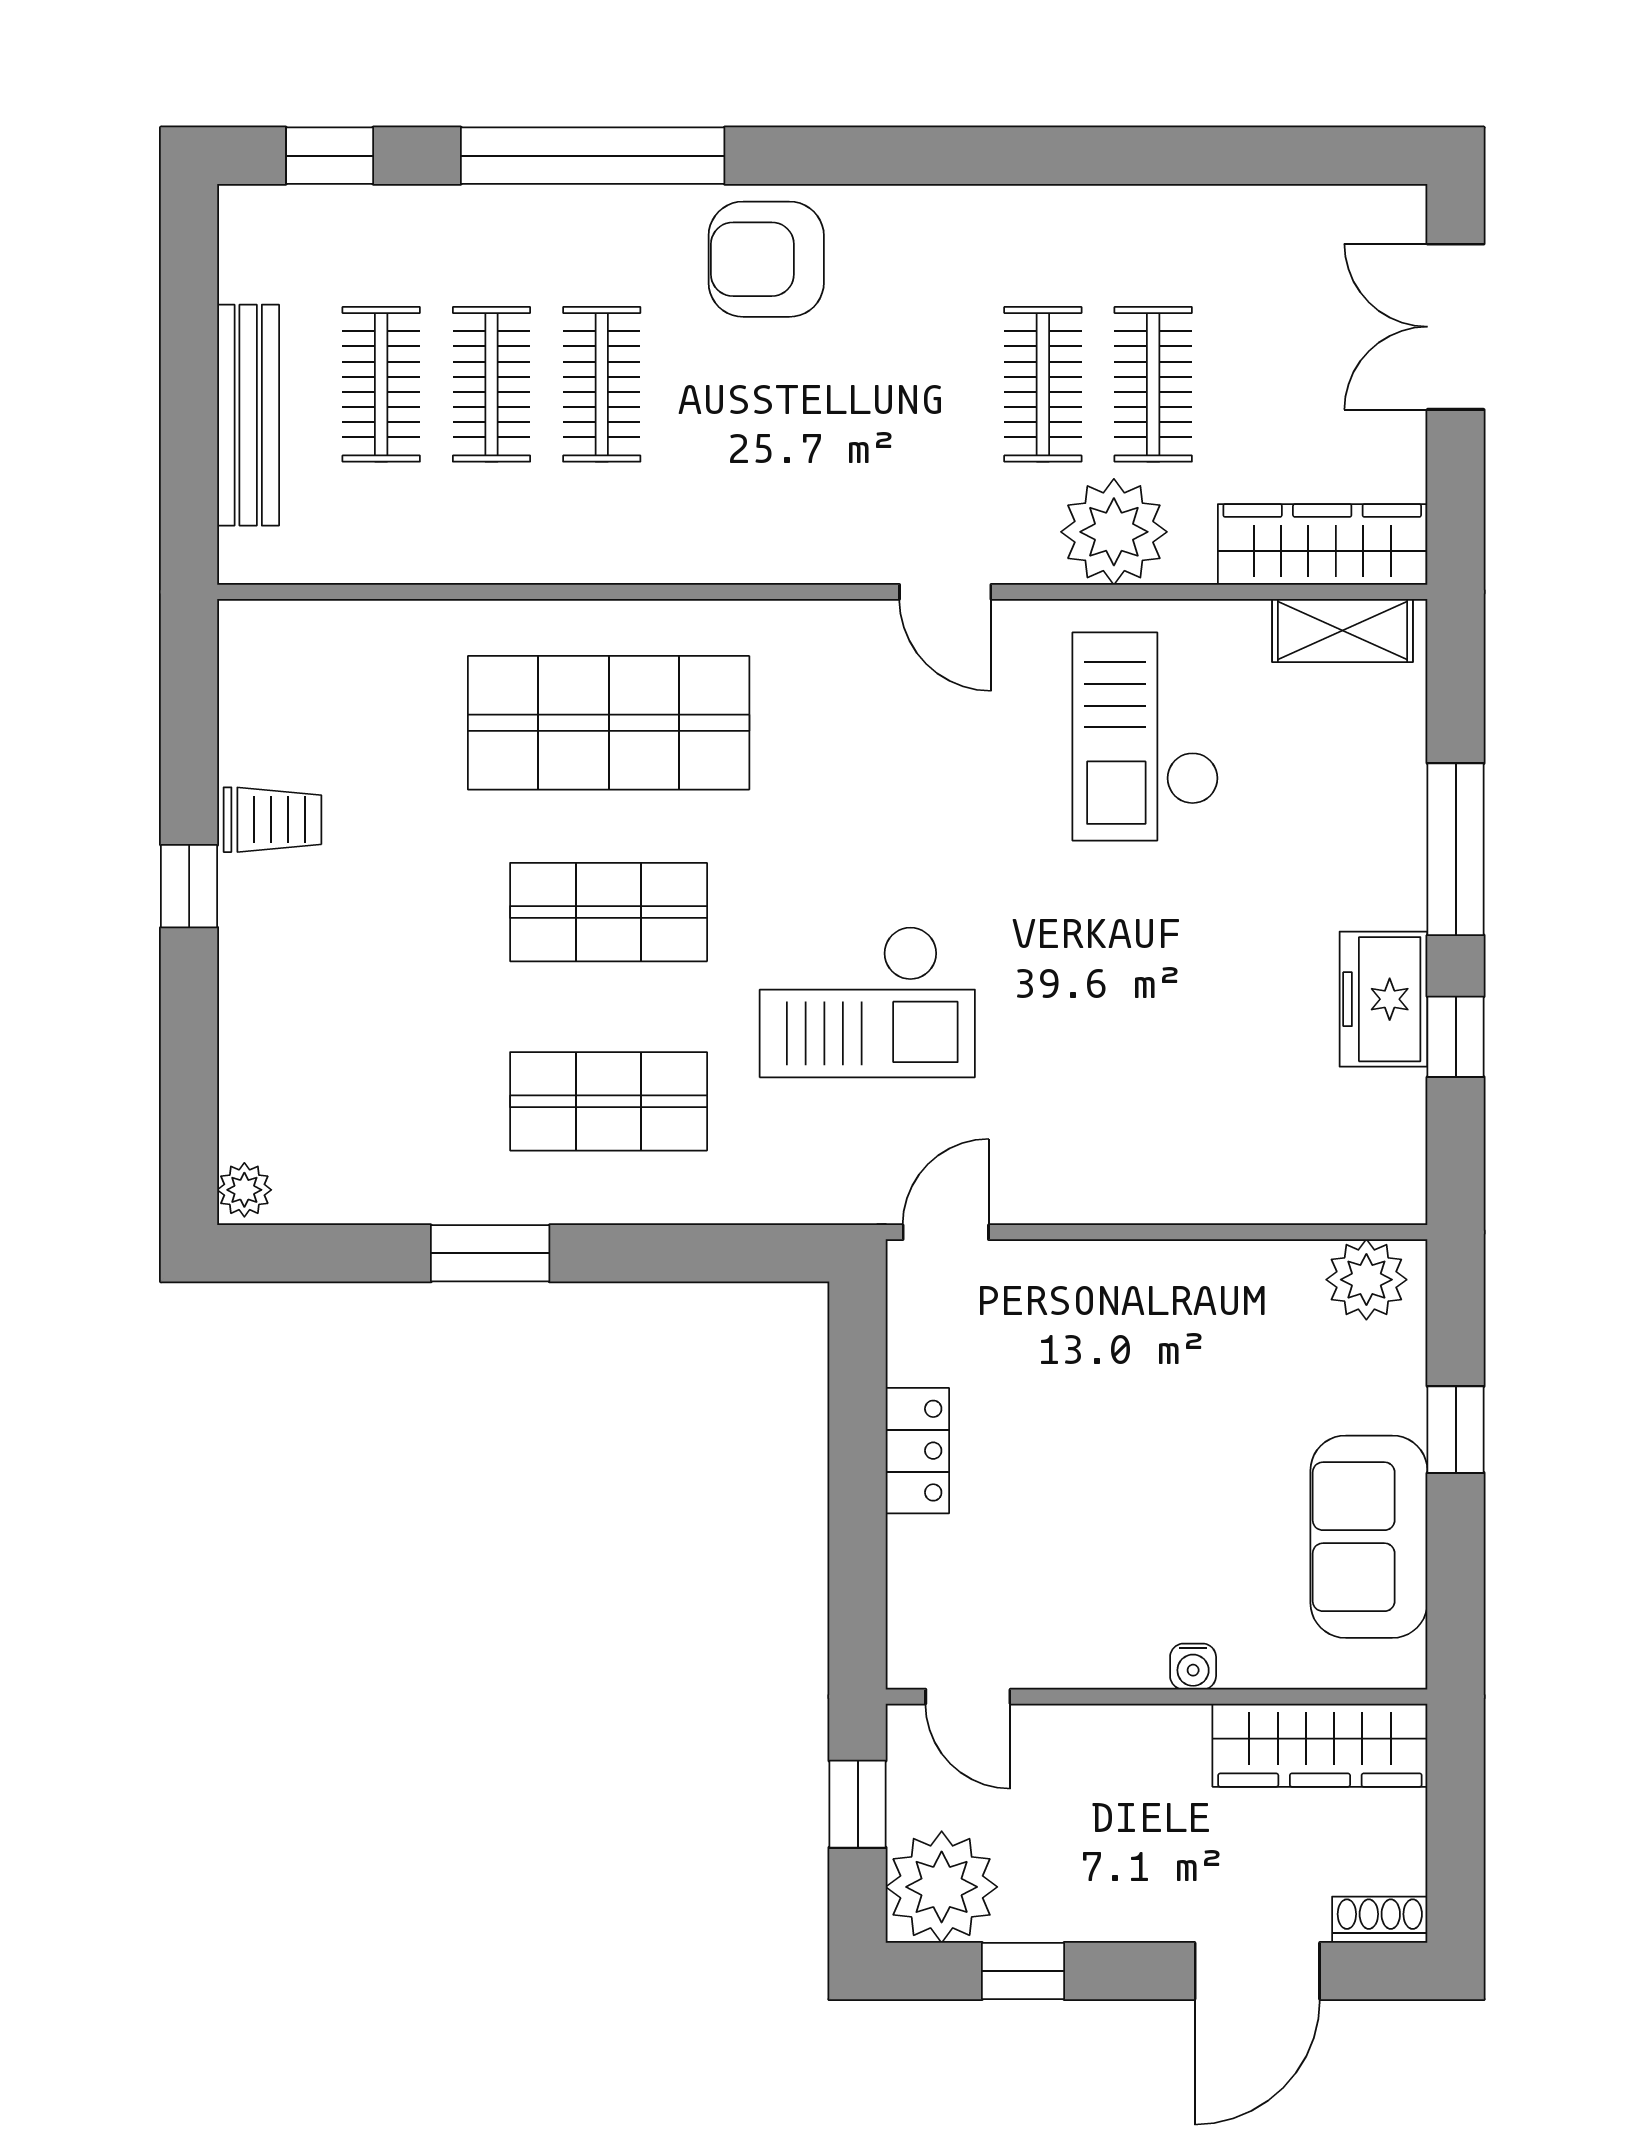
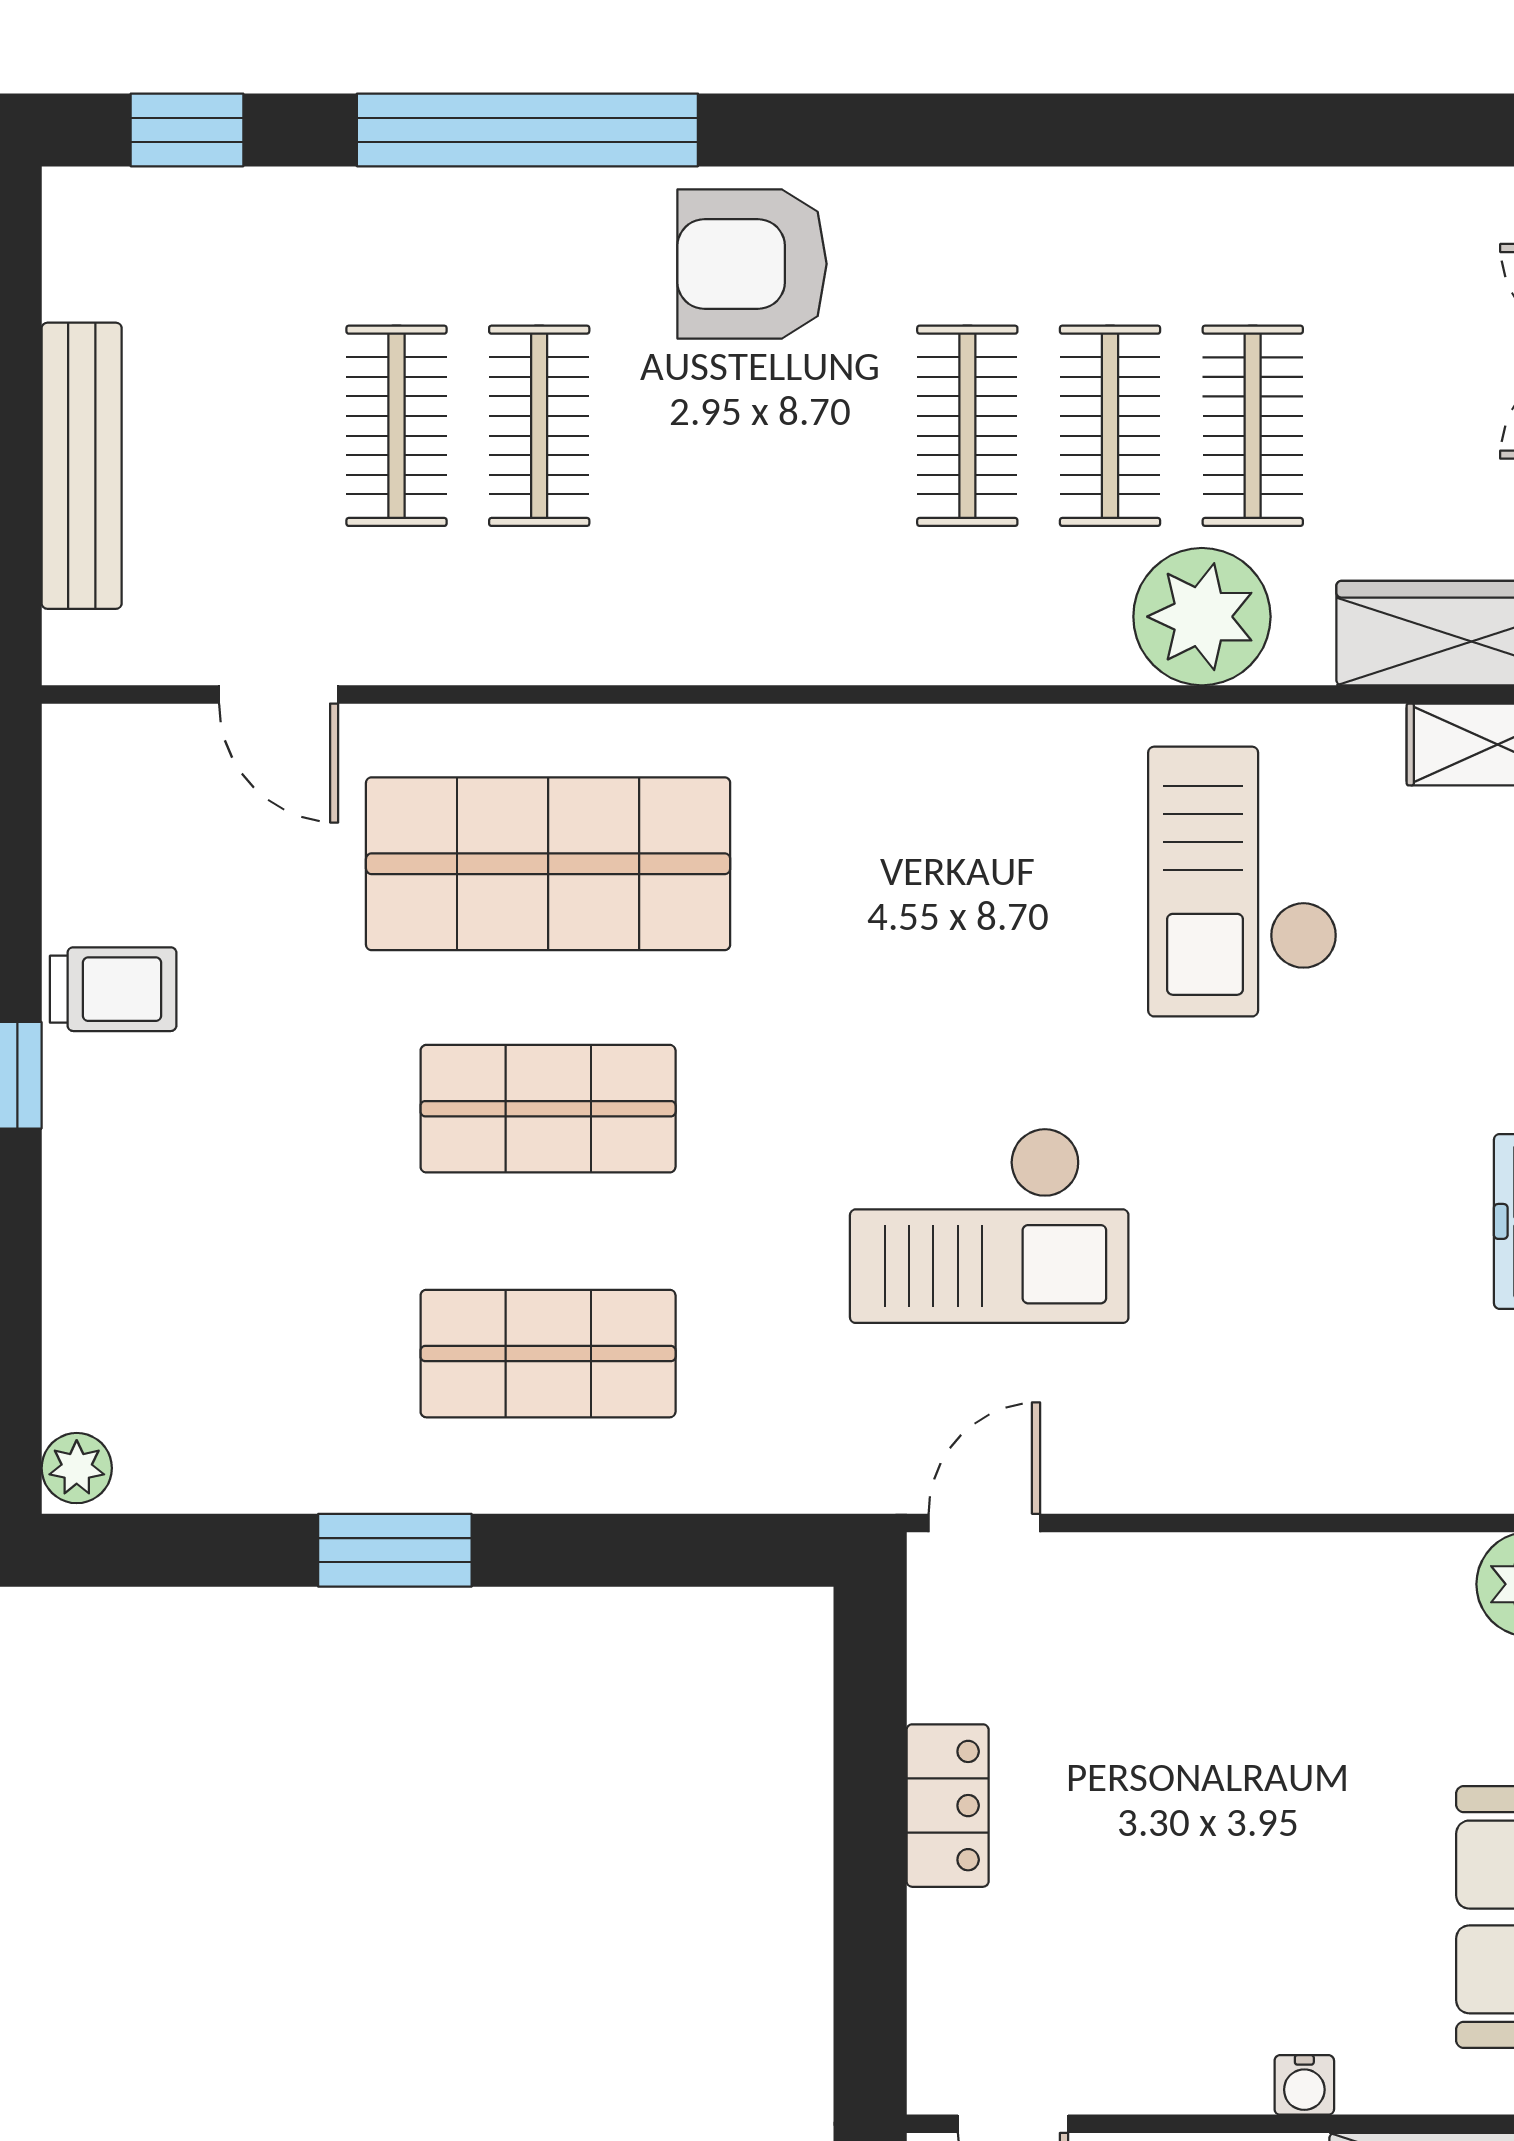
clothes rail: (381, 384) -> (967, 426), moved
door: (945, 592) -> (279, 694), moved
checkout: (867, 1002) -> (989, 1225), moved

